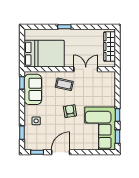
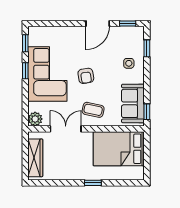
double door: (86, 69) -> (66, 129), swing flipped
plant: (110, 77) -> (35, 119), added
corner sofa: (100, 128) -> (47, 74), moved

